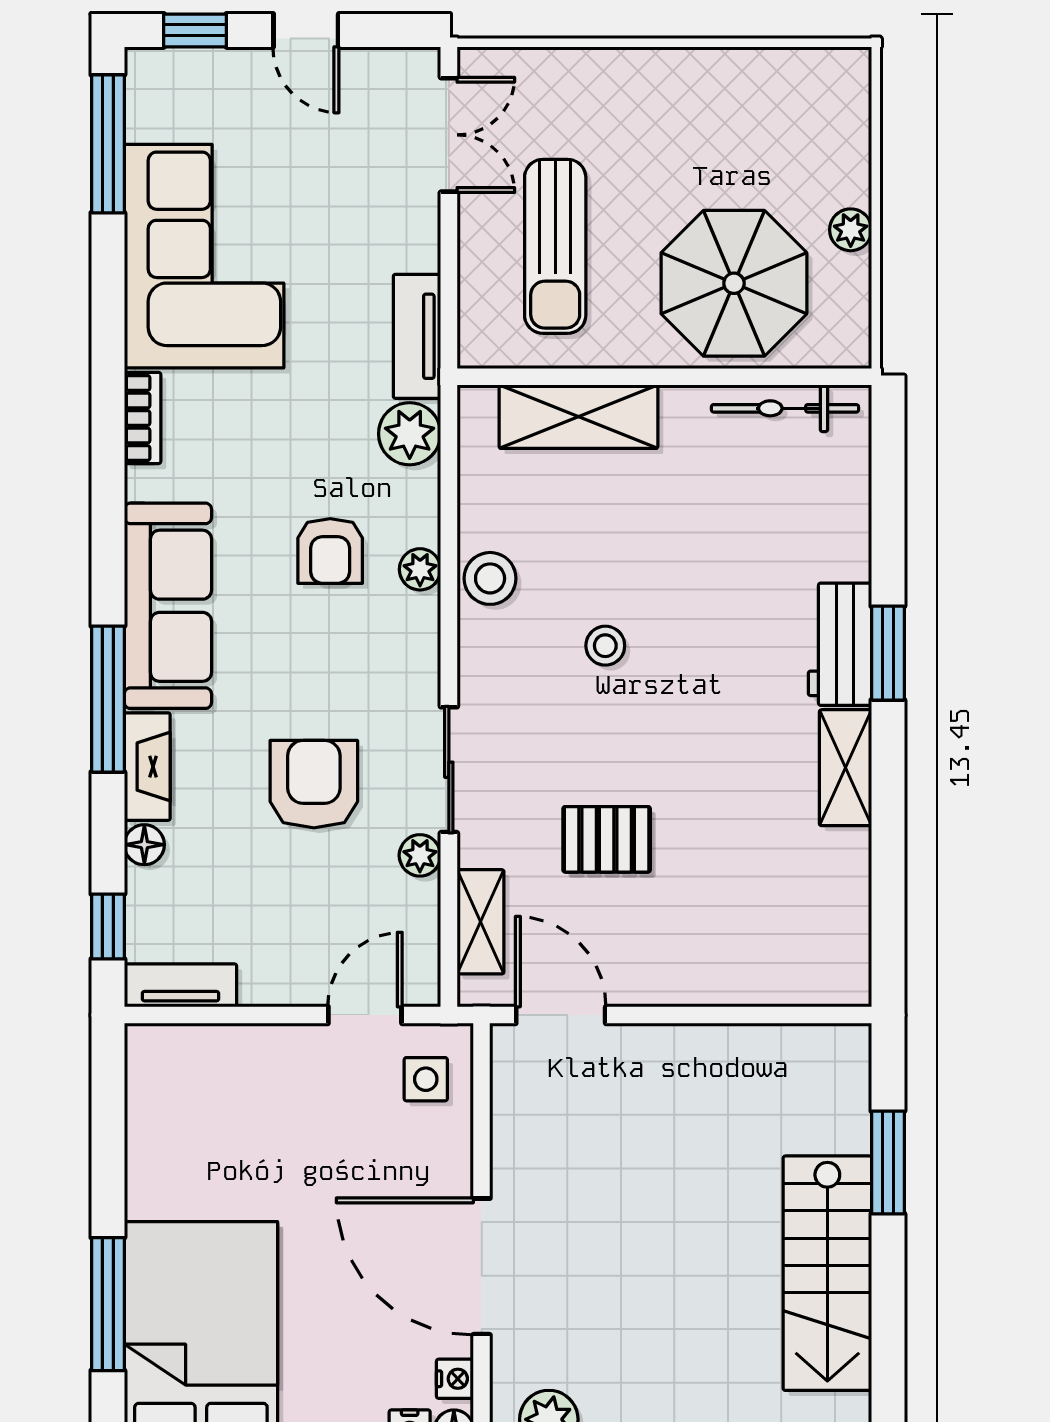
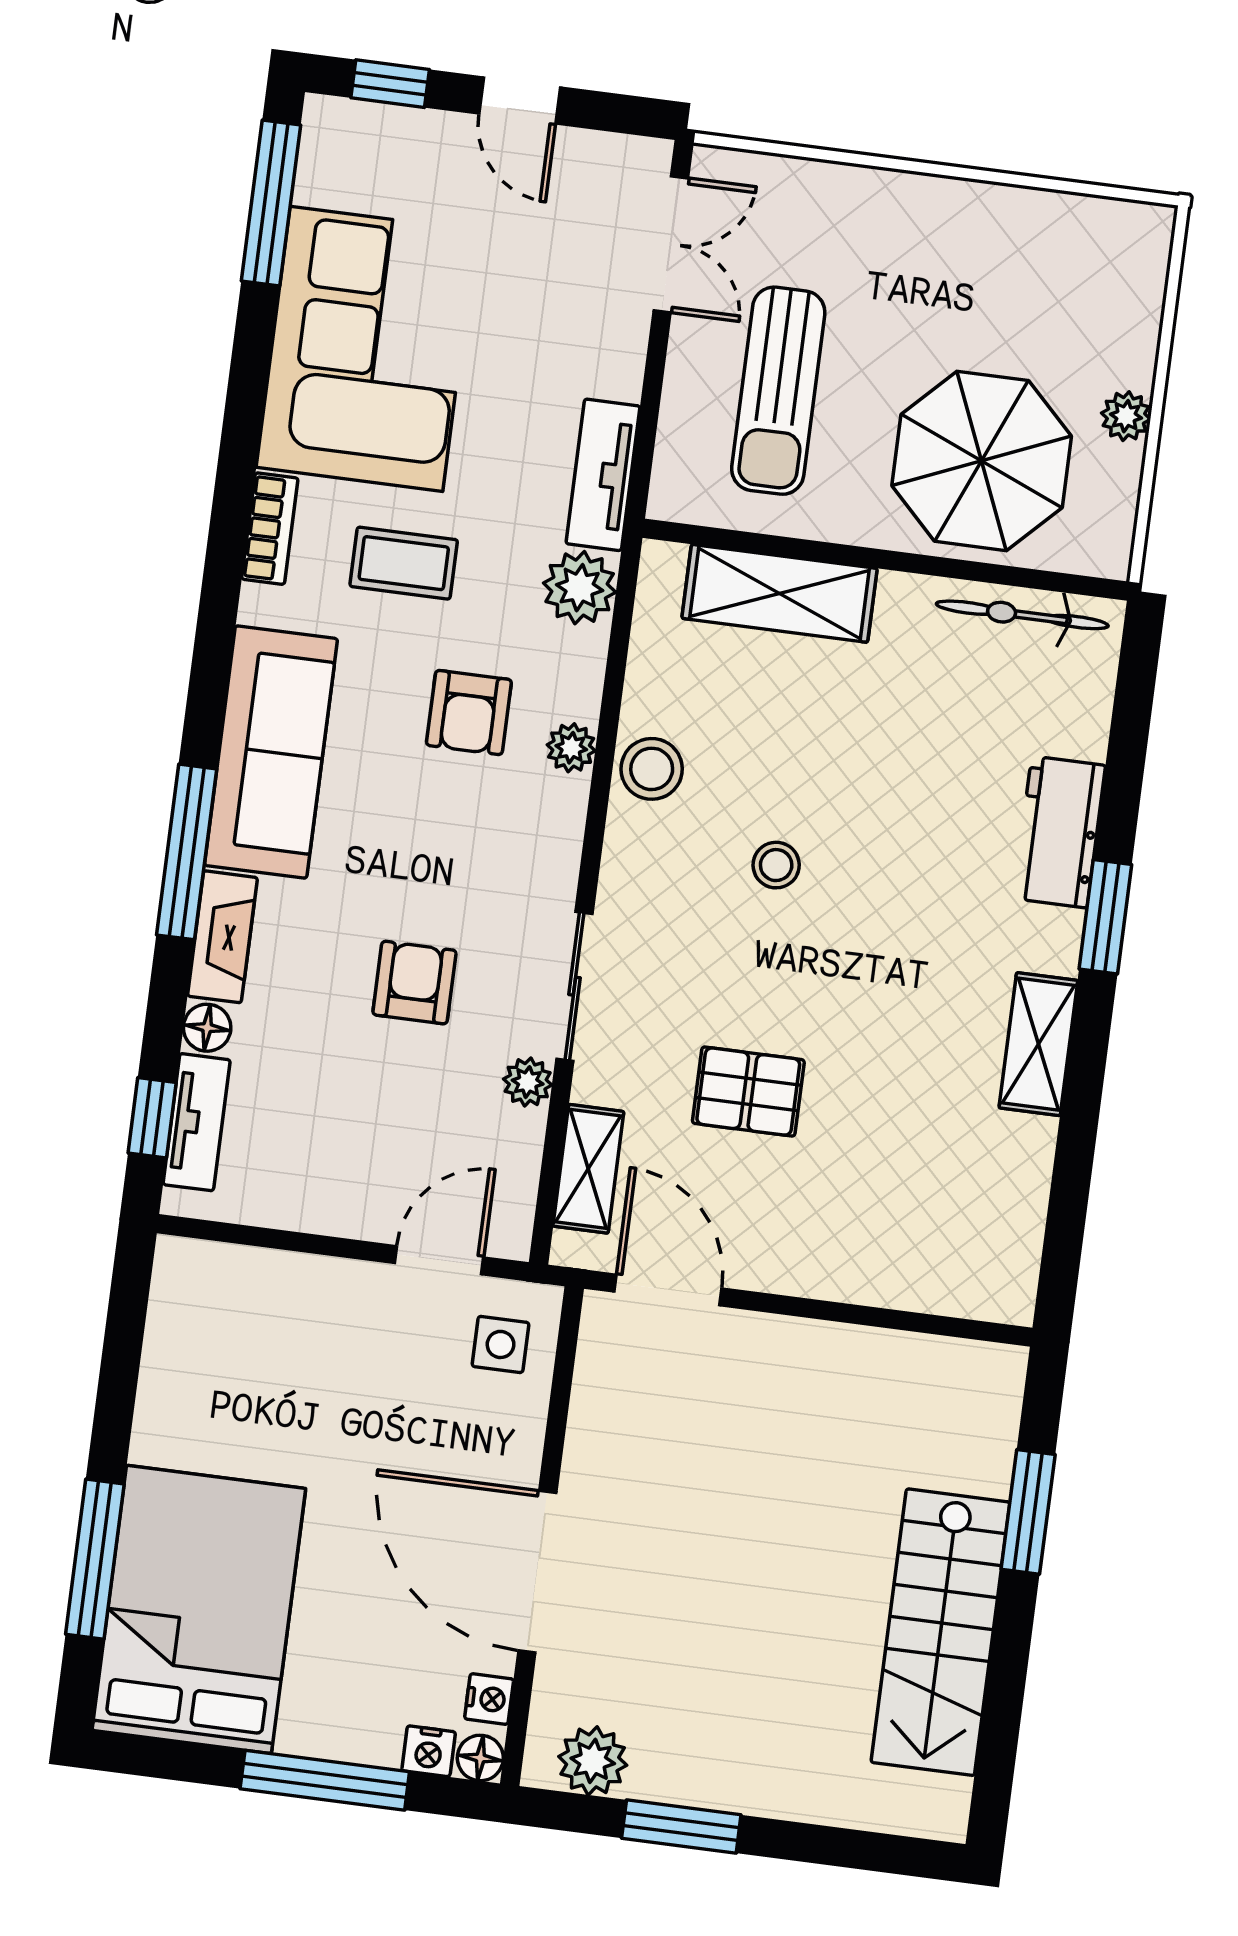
coffee table: (259, 432) -> (404, 563), added
workbench: (840, 644) -> (1059, 832), moved
armchair: (314, 784) -> (414, 983), width x0.72, depth x0.72
tv unit: (180, 985) -> (197, 1122), moved, turned 90

